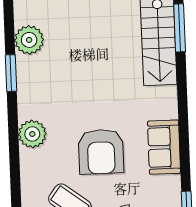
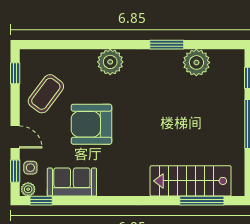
sofa: (164, 147) -> (72, 182), moved

